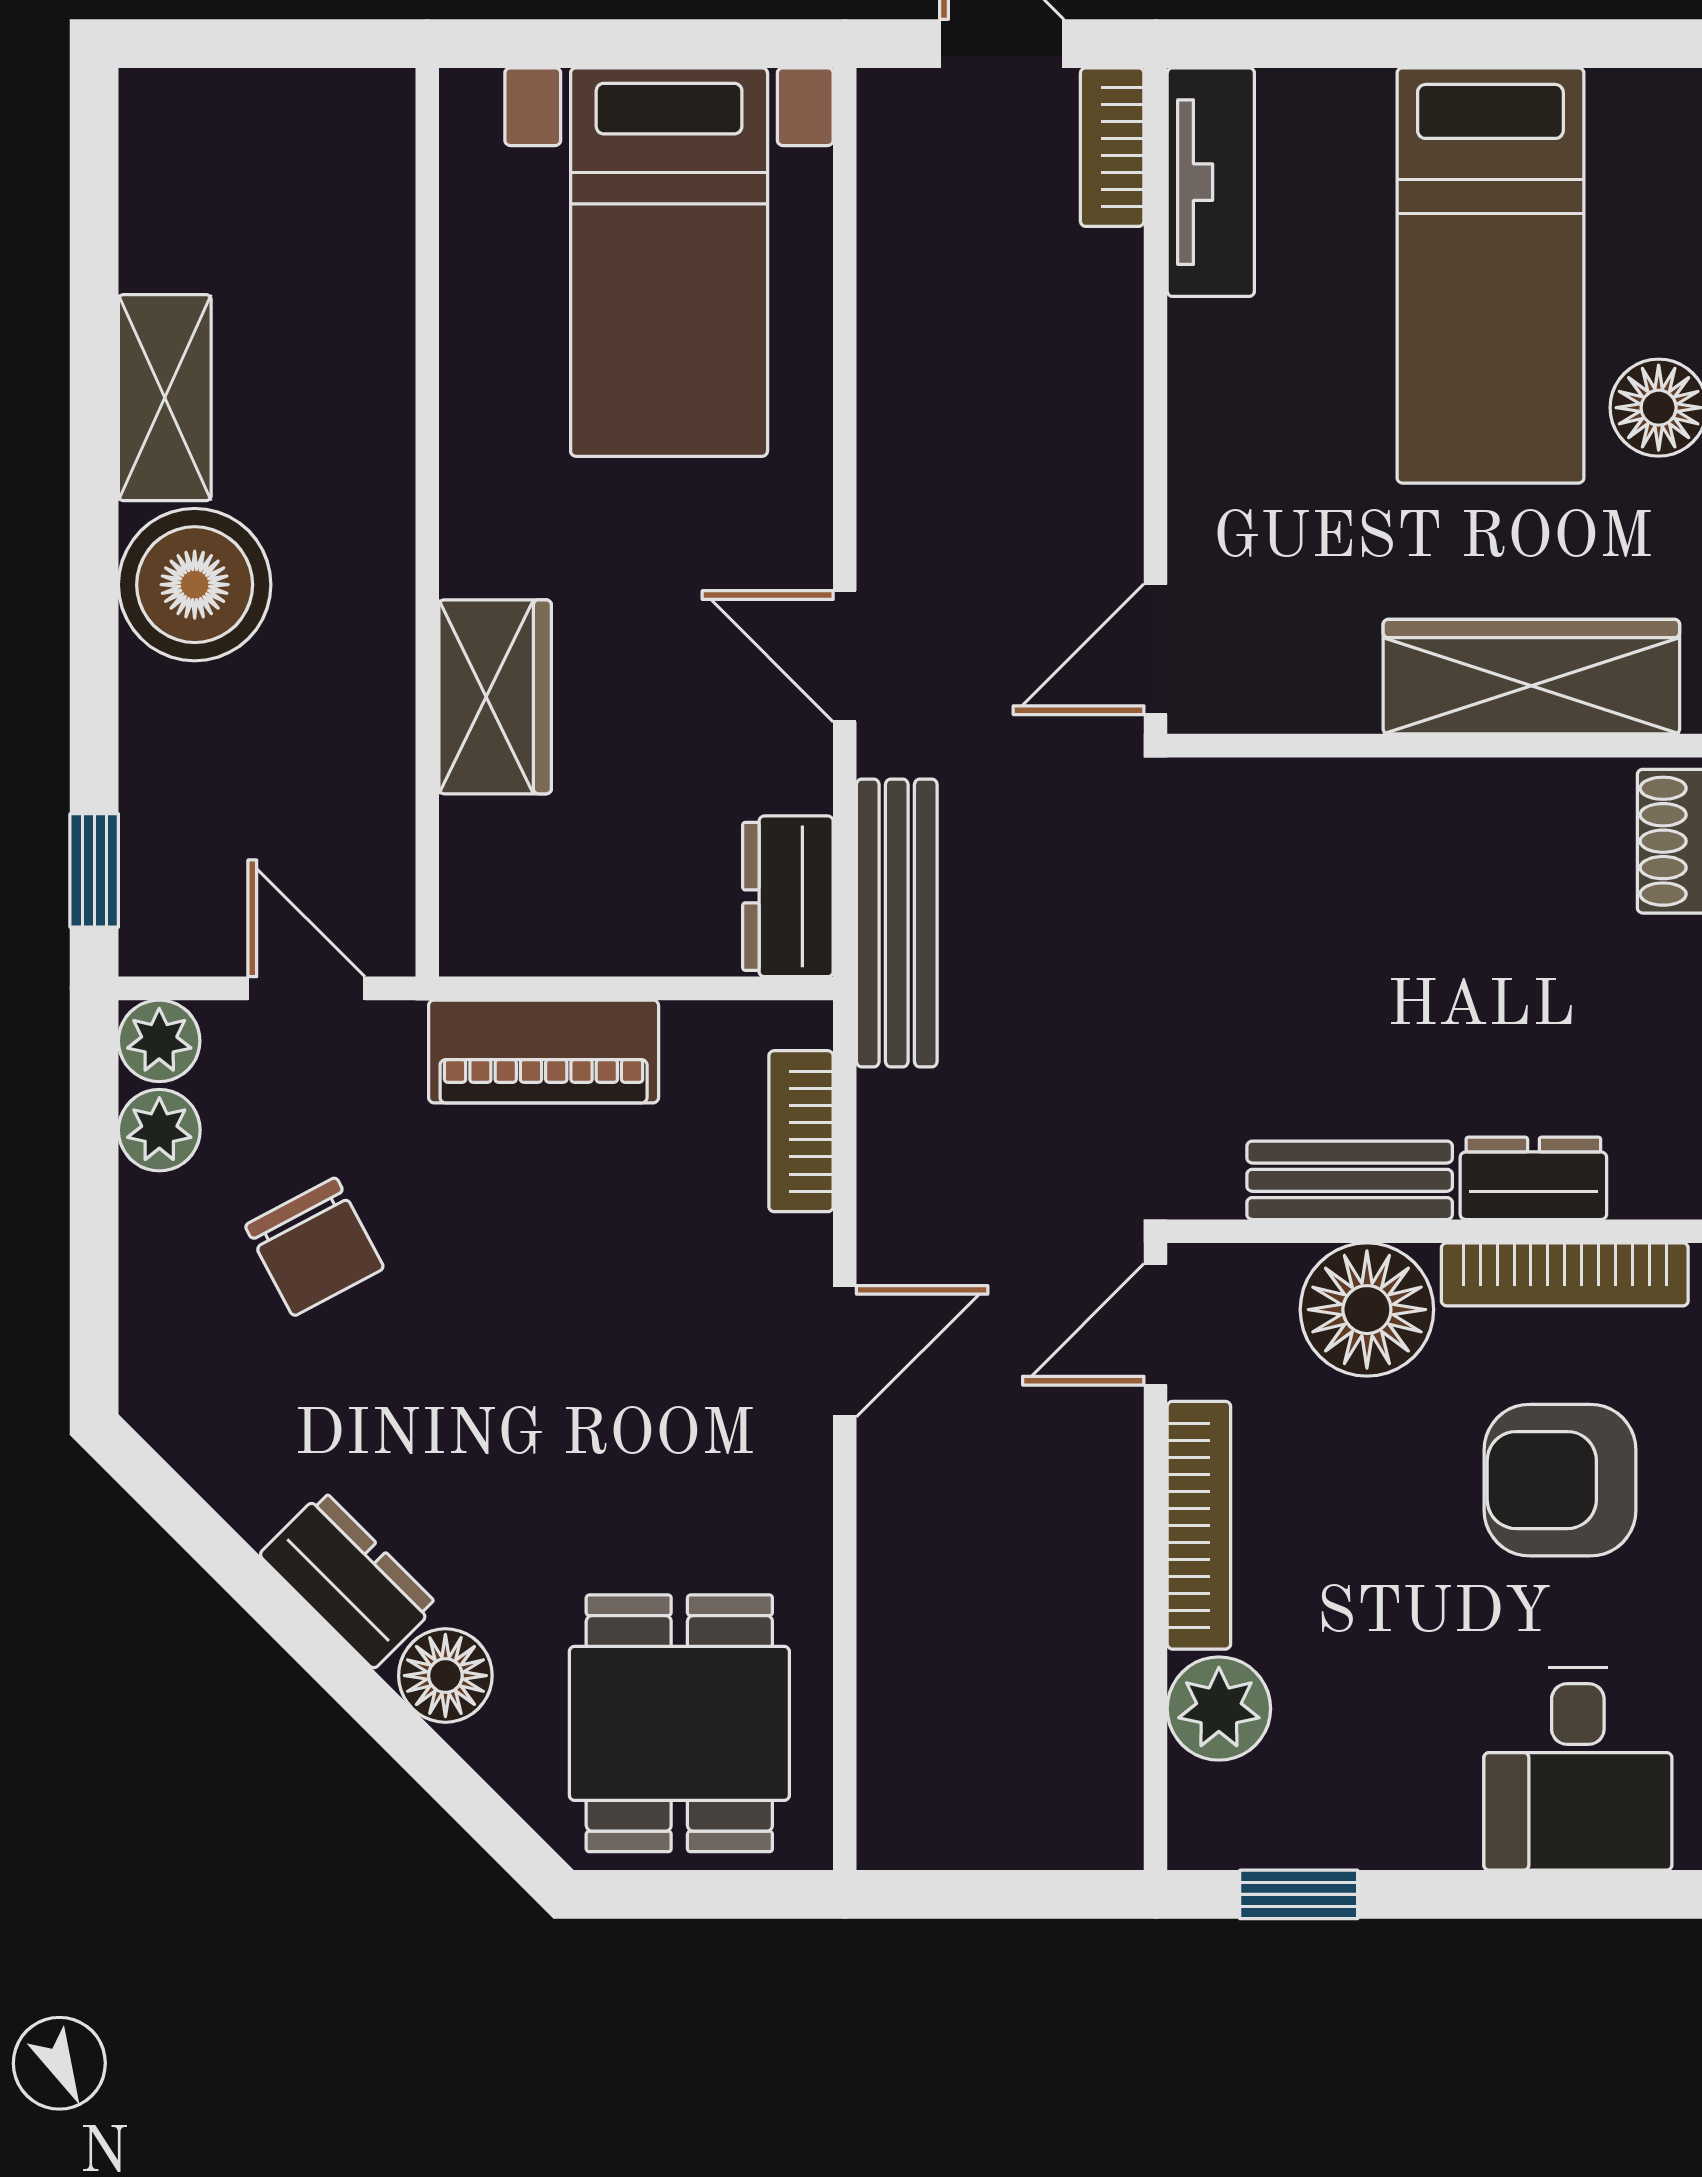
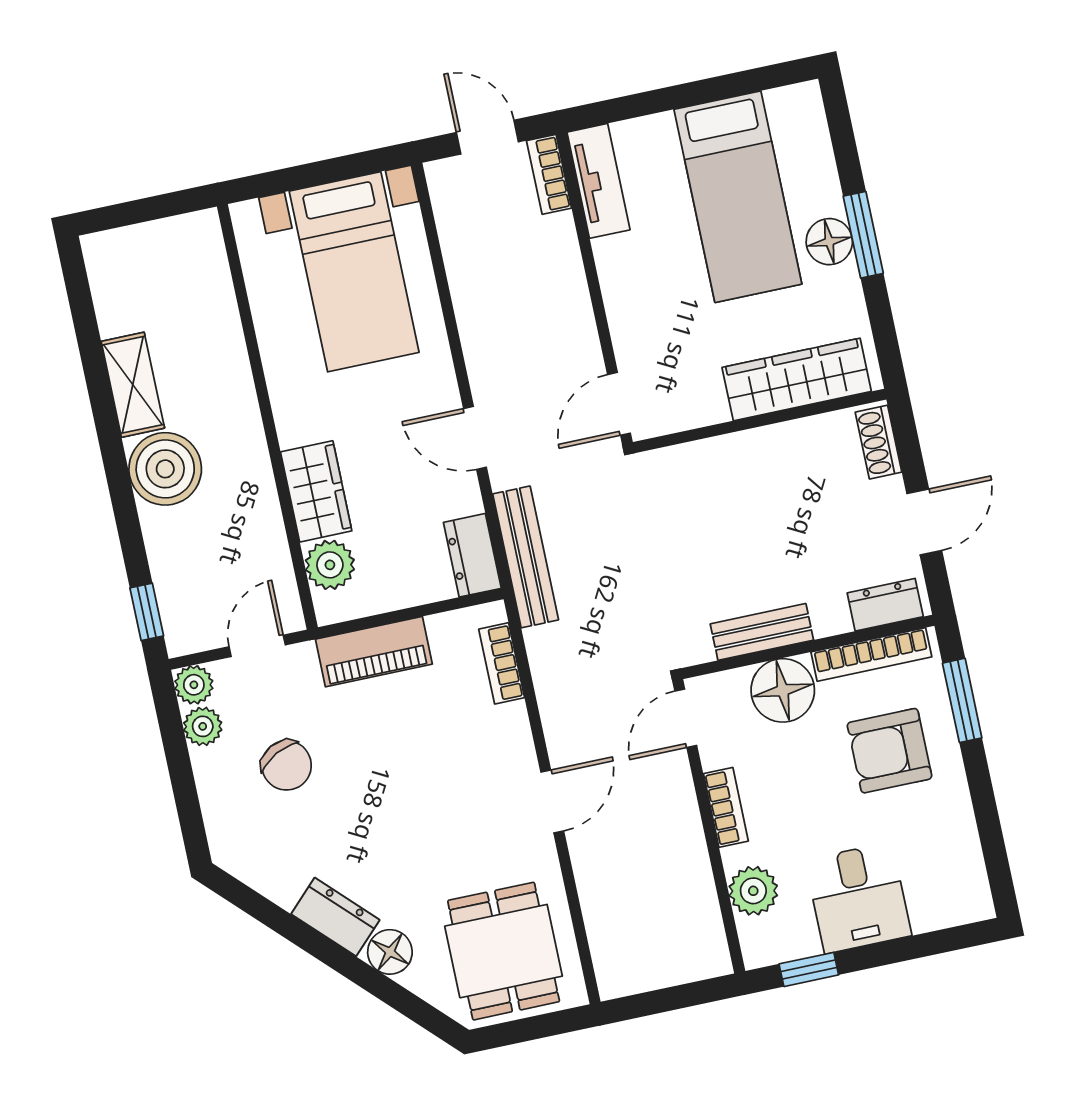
plant: (491, 854) -> (330, 565), added
door: (306, 988) -> (257, 646), hinge flipped
dresser: (1533, 1178) -> (885, 605), moved
door: (845, 1351) -> (552, 802), moved
bookcase: (1199, 1525) -> (726, 807), width x0.64
desk: (1578, 1769) -> (858, 898), moved

